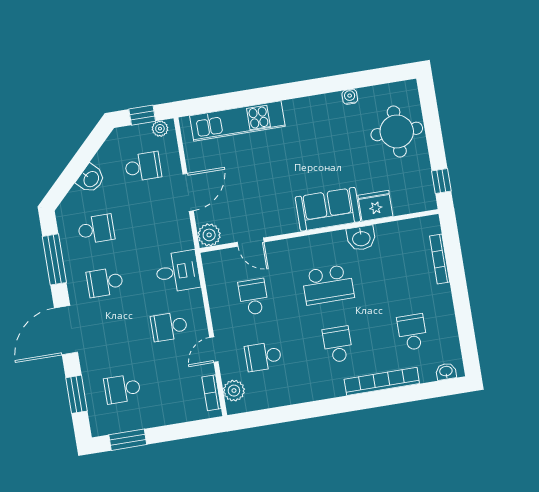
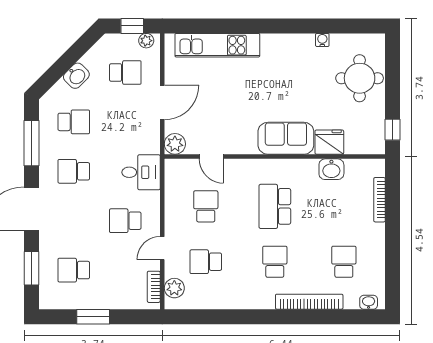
washbasin: (361, 238) -> (331, 169), moved
school desk: (328, 285) -> (275, 206), turned 90
window: (128, 440) -> (93, 317), moved

